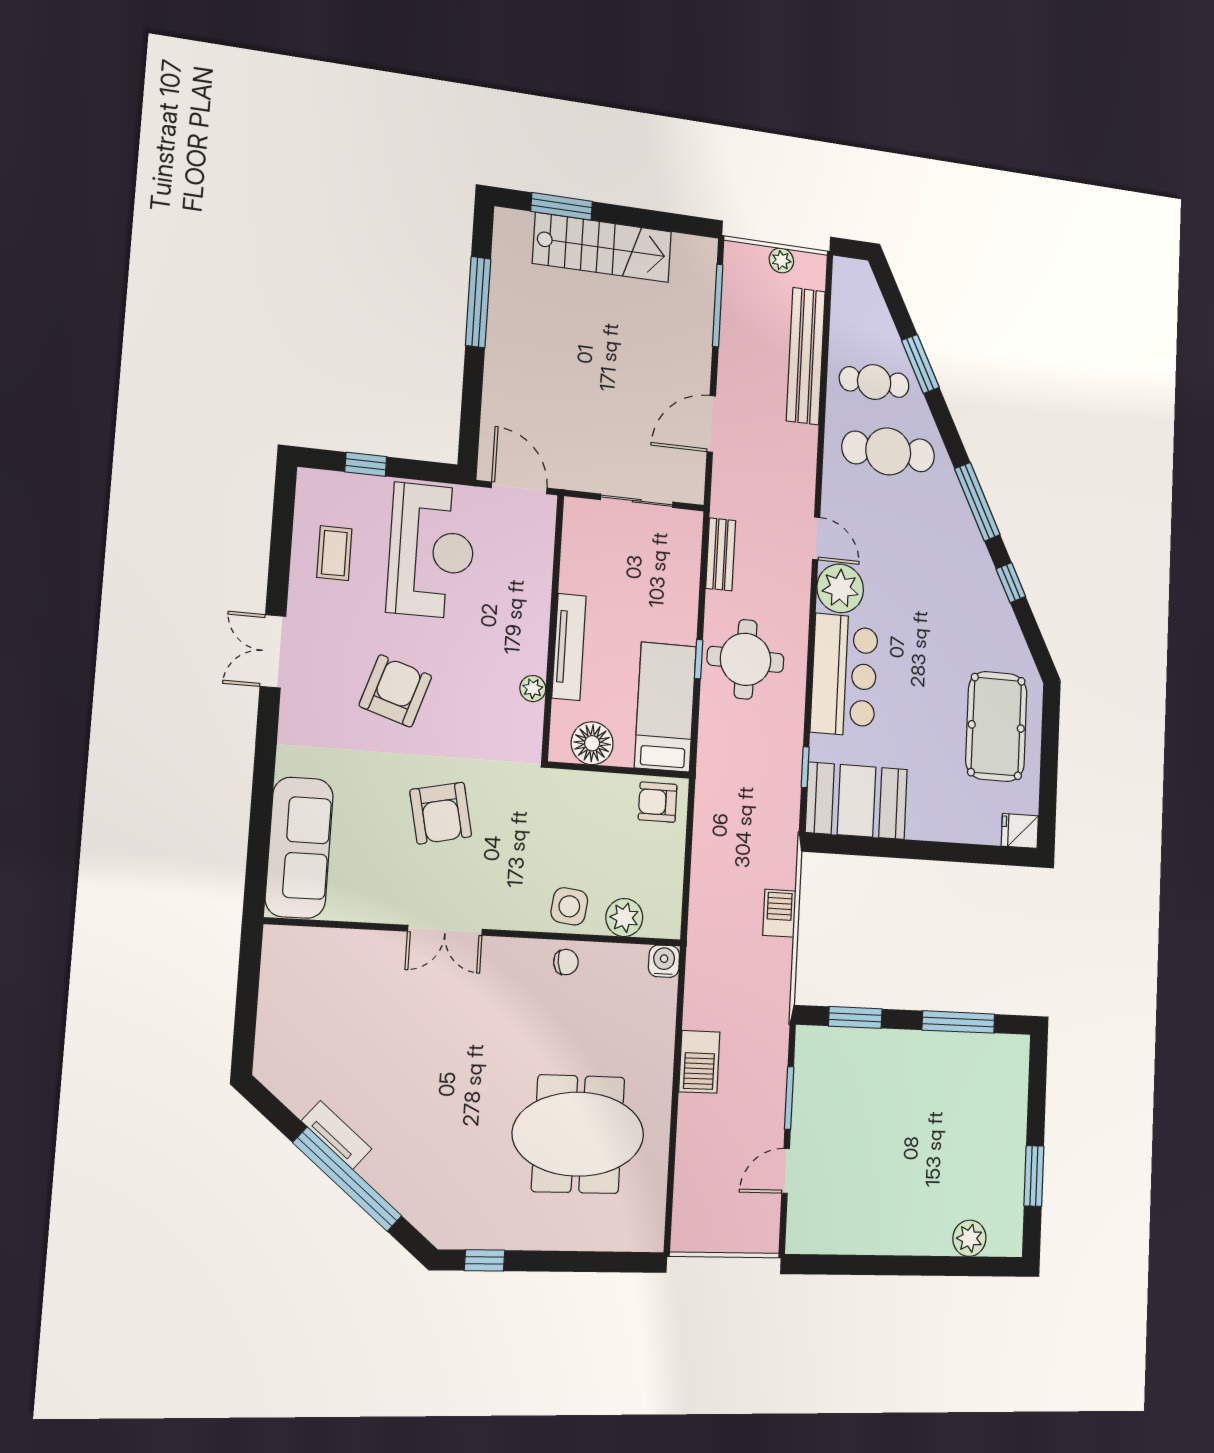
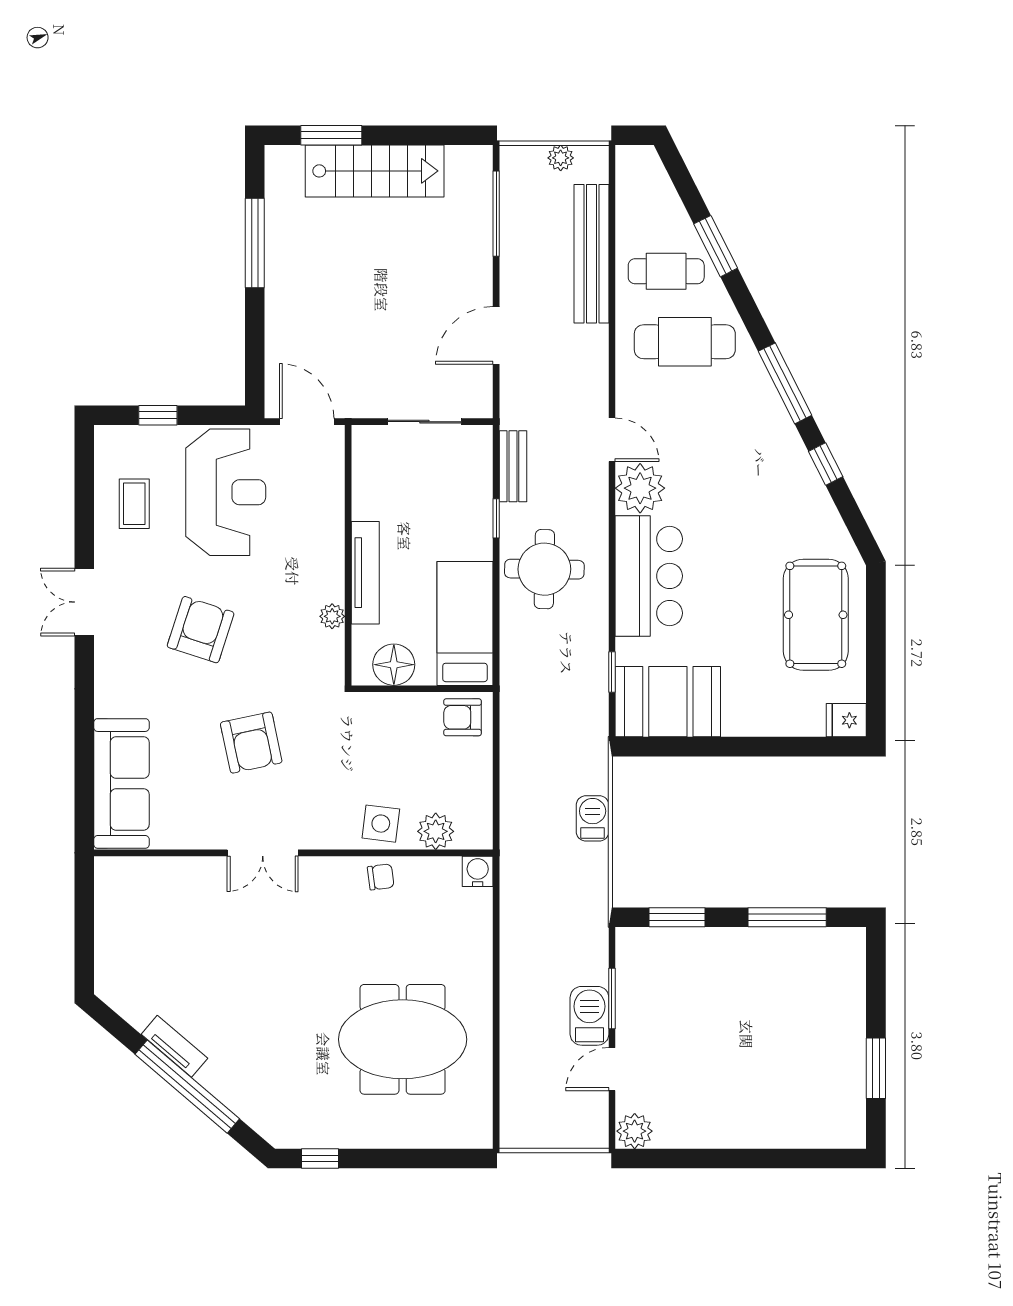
window: (699, 659) -> (496, 518), moved
barbecue: (699, 1062) -> (589, 1016), moved, turned 180
plant: (969, 1238) -> (635, 1131), moved

